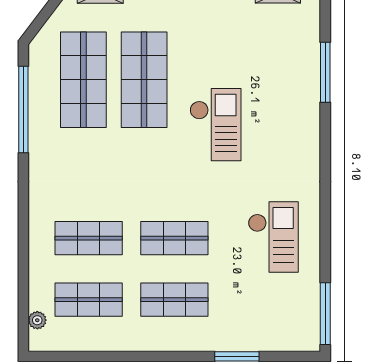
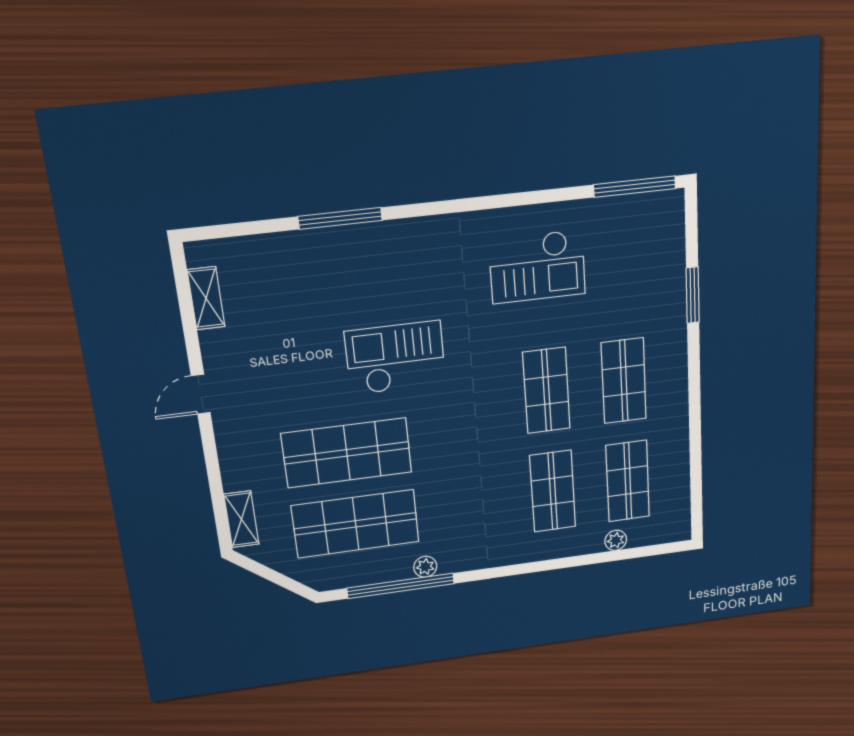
window: (325, 72) -> (340, 218), moved
plant: (37, 131) -> (425, 567), added
checkout: (273, 237) -> (537, 267), turned 180
plant: (37, 320) -> (616, 540), moved

